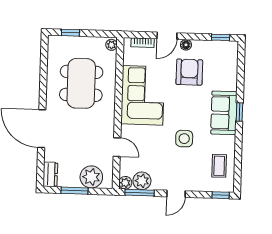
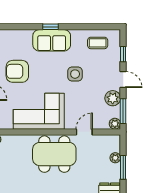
dining table: (81, 83) -> (54, 154), moved
plant: (91, 177) -> (115, 158), width x0.53, depth x0.53
plant: (142, 181) -> (113, 98), moved
window: (221, 195) -> (123, 54), moved

